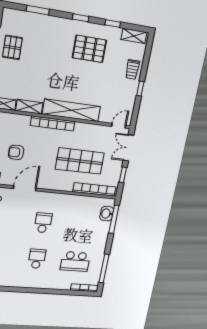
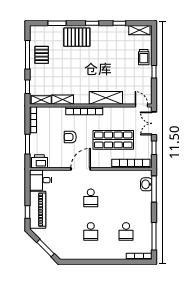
pallet: (89, 49) -> (77, 37), moved
shelving: (72, 110) -> (106, 98), width x0.68
door: (119, 126) -> (141, 106), hinge flipped
armchair: (16, 152) -> (70, 137), moved
door: (25, 188) -> (81, 169), moved
school desk: (43, 223) -> (91, 198), turned 180
school desk: (37, 259) -> (91, 232), turned 180
school desk: (75, 262) -> (126, 232), width x0.54

